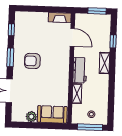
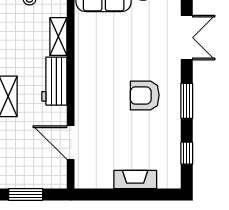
fireplace: (60, 18) -> (135, 180), moved
armchair: (32, 61) -> (145, 95), turned 180

